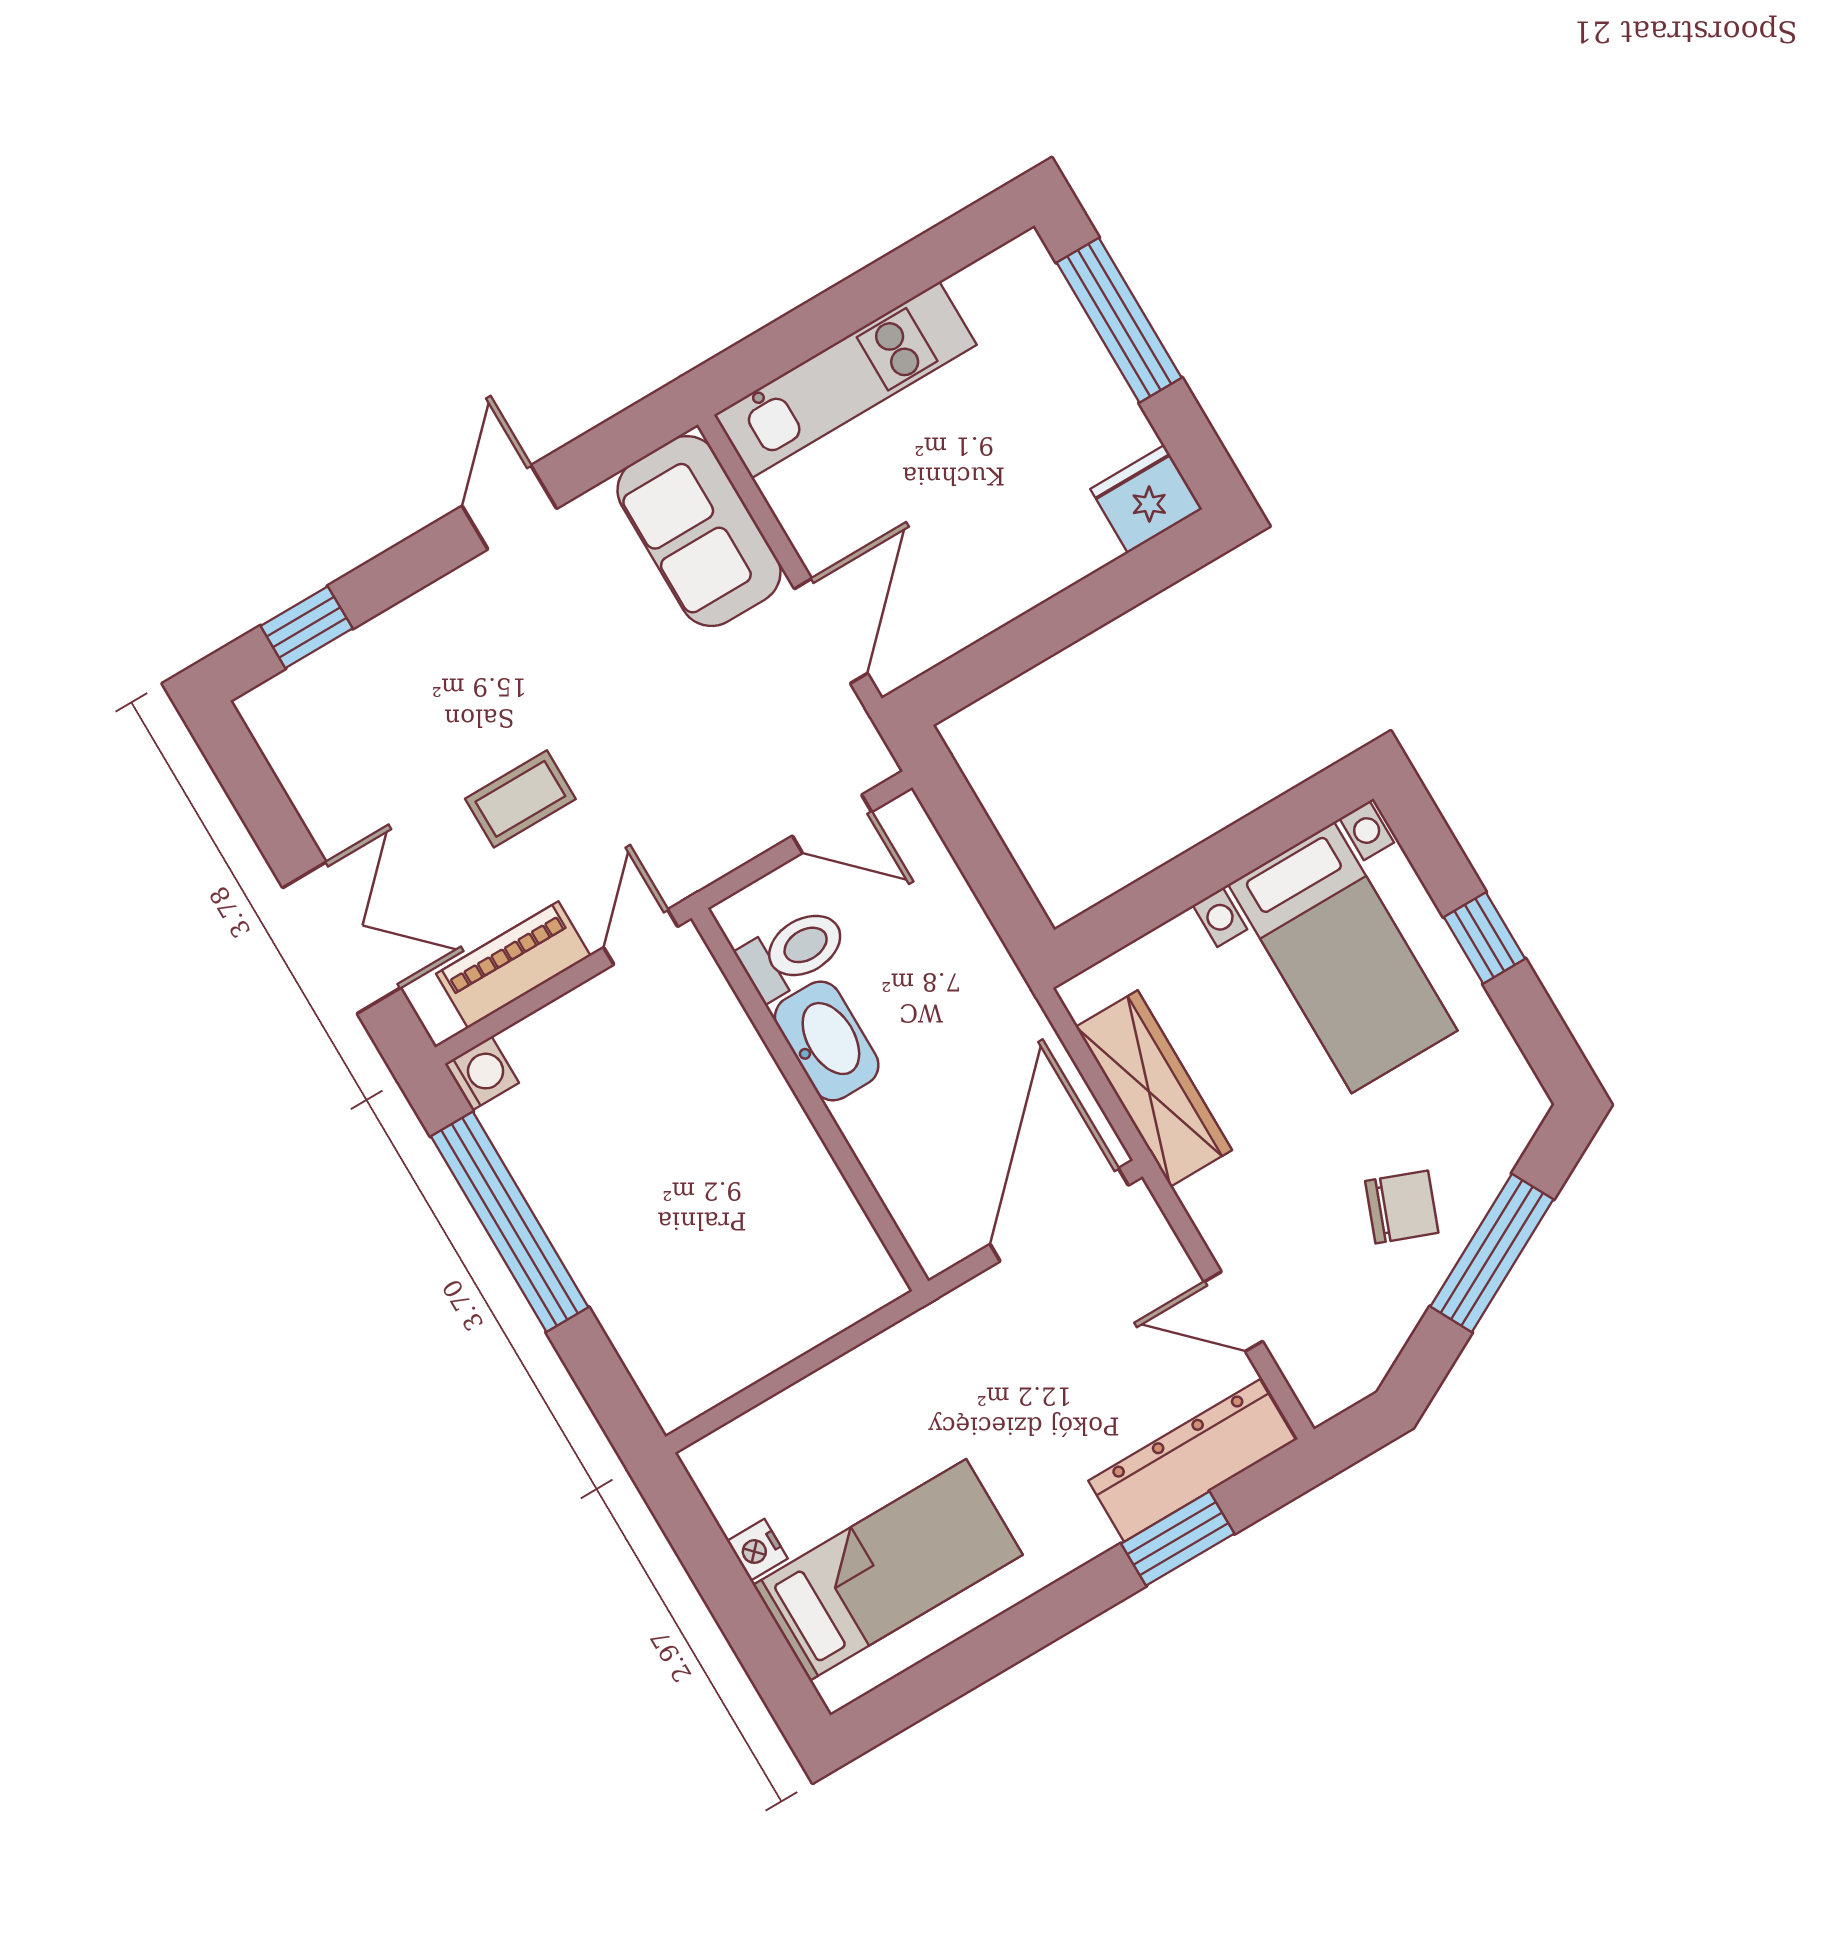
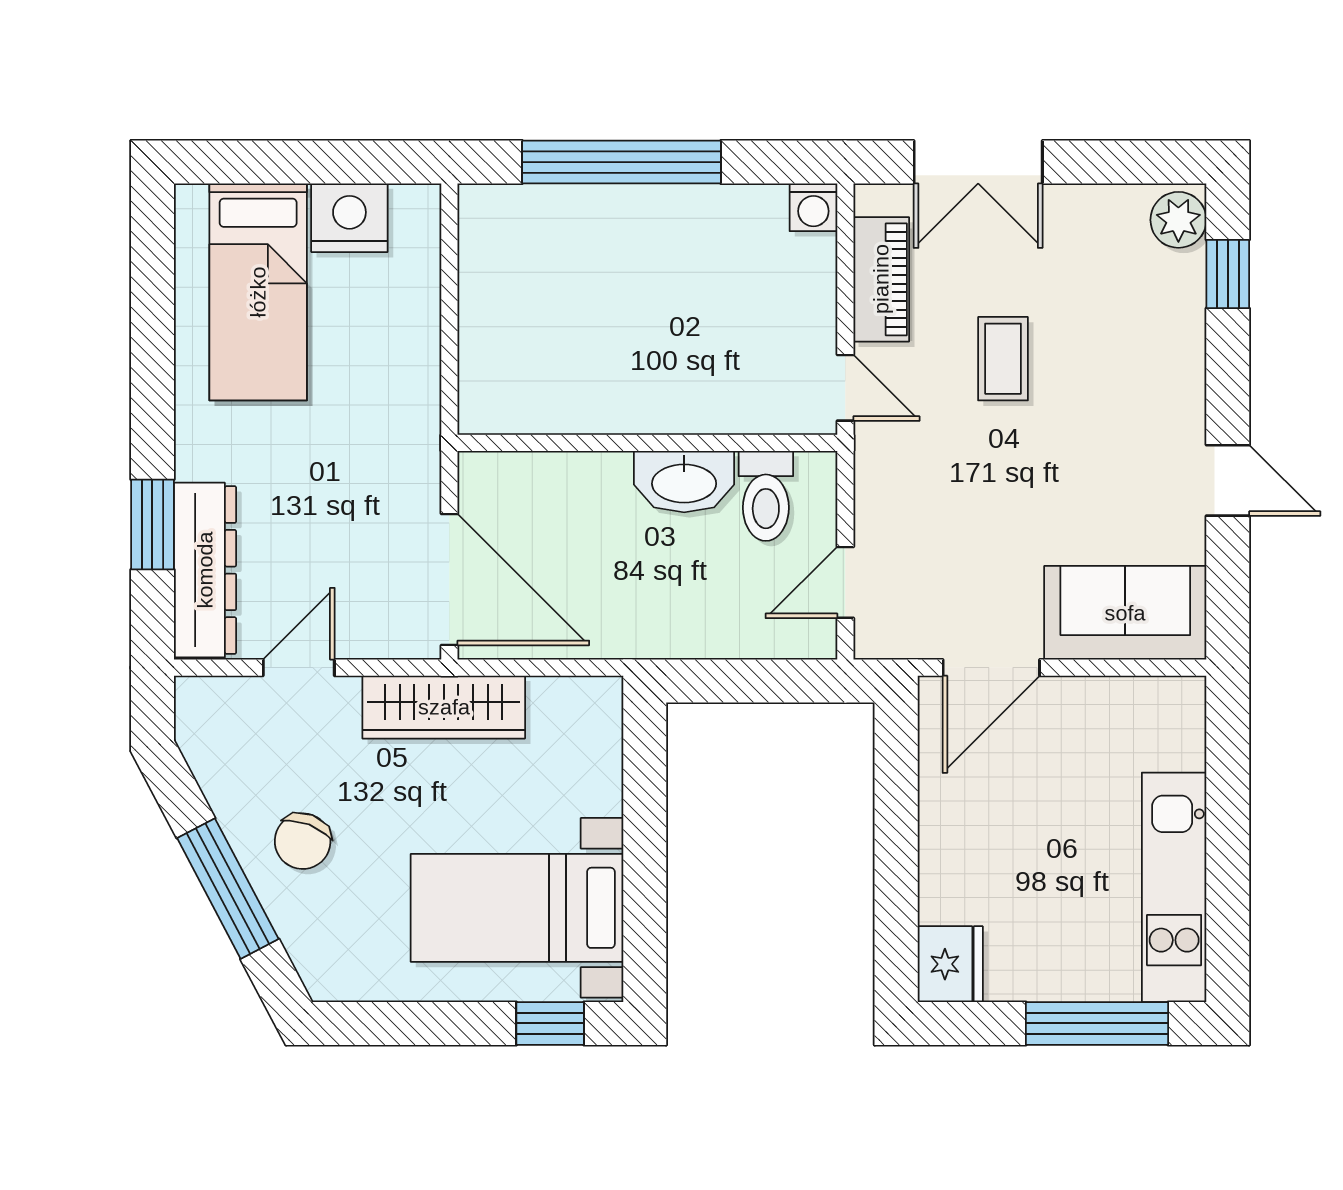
kitchen unit: (845, 380) -> (1174, 887), moved
door: (831, 631) -> (991, 668), hinge flipped
plant: (282, 707) -> (1178, 220), added
window: (1485, 938) -> (550, 1023), moved
wardrobe: (1154, 1088) -> (444, 707), moved
window: (510, 1222) -> (622, 162), moved
nightstand: (757, 1550) -> (349, 218), width x1.89, depth x1.79

